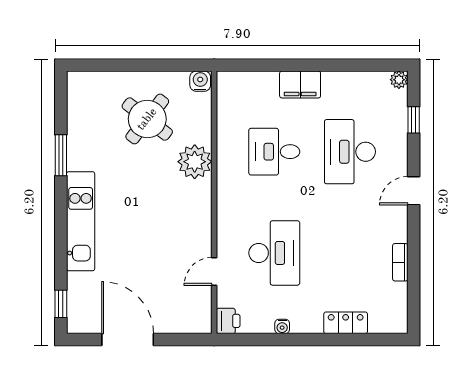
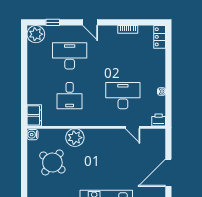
plant: (399, 80) -> (36, 34), width x1.88, depth x1.88
filing cabinet: (300, 85) -> (34, 115), moved
desk: (350, 152) -> (70, 56), turned 180
locker: (346, 323) -> (160, 37), moved

